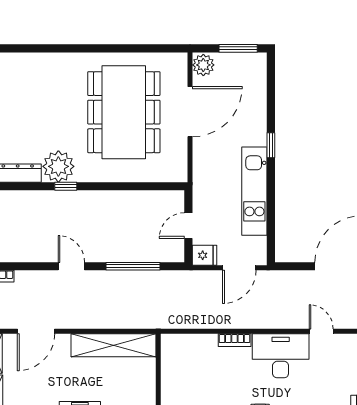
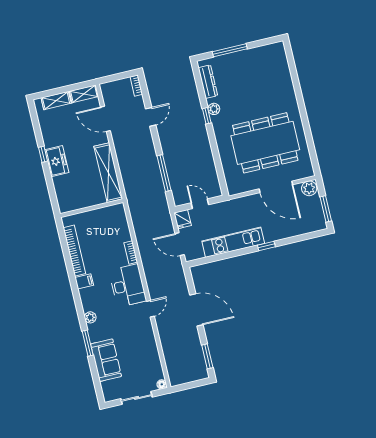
plant: (58, 166) -> (214, 109), width x0.53, depth x0.53
door: (71, 266) -> (151, 117), moved

